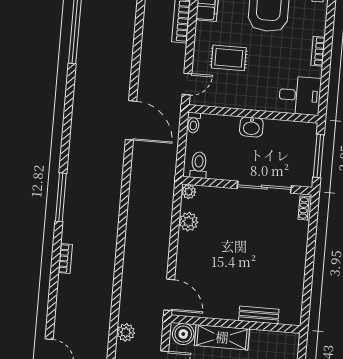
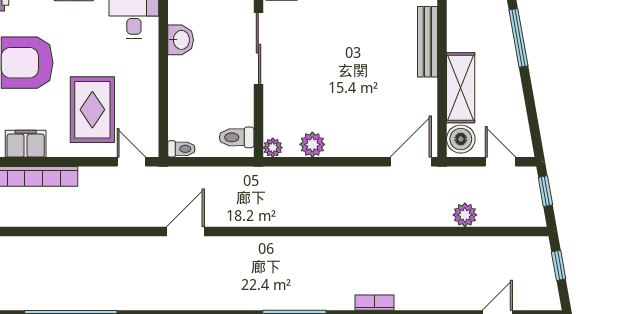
rug: (229, 58) -> (92, 110), width x1.36, depth x1.43
door: (131, 120) -> (185, 231), width x0.73
washbasin: (251, 127) -> (181, 40), moved
bench: (259, 315) -> (427, 42), width x1.36

